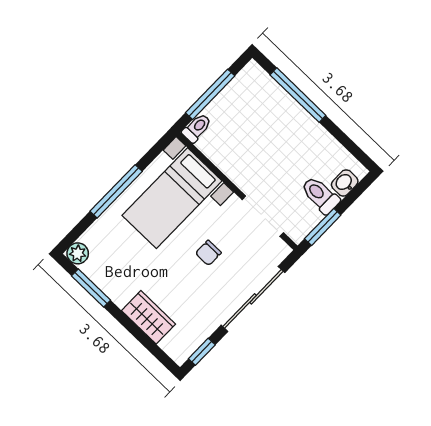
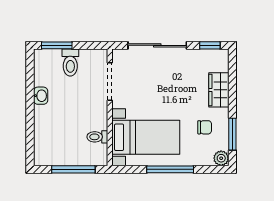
window: (298, 95) -> (30, 124), removed
toilet: (197, 128) -> (97, 137), moved
washbasin: (345, 183) -> (41, 96), moved, turned -90
window: (323, 227) -> (57, 45), moved
chair: (208, 253) -> (205, 127), moved

